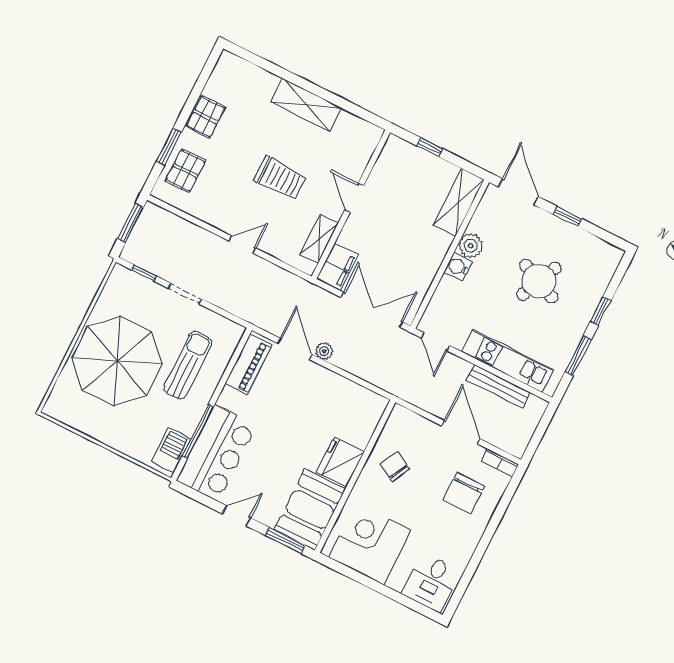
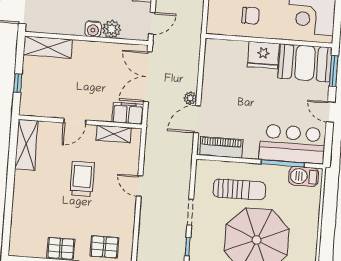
shelving: (306, 105) -> (26, 145), moved
plant: (471, 246) -> (112, 29), moved
sun lounger: (188, 365) -> (239, 190), turned 180
chair: (395, 467) -> (251, 16), turned -117

